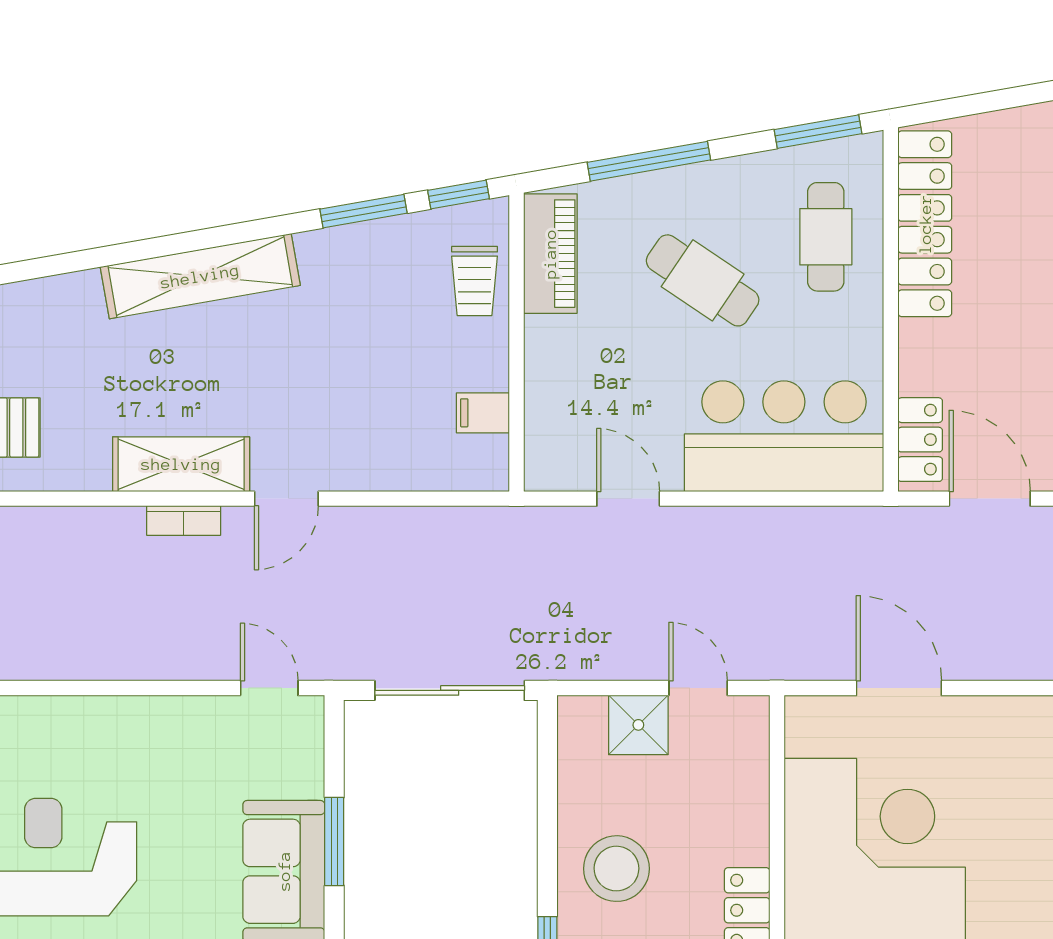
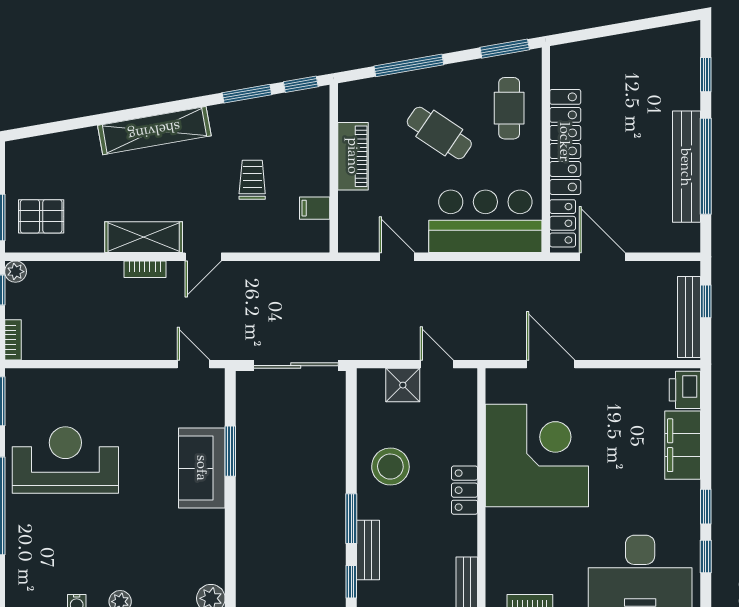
locker: (925, 224) -> (565, 142), moved
piano: (550, 254) -> (353, 156), moved
trolley: (475, 281) -> (252, 180), moved, turned 180

